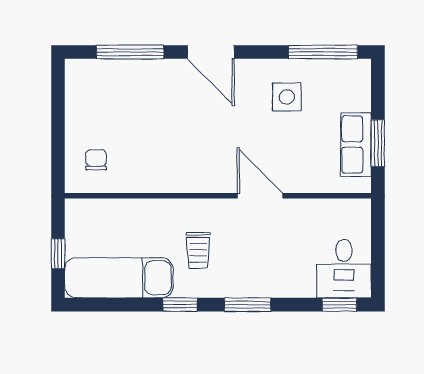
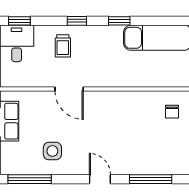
door: (211, 52) -> (100, 179), width x0.73
trolley: (198, 250) -> (63, 46), moved, turned 180
window: (248, 305) -> (77, 21), width x0.67

